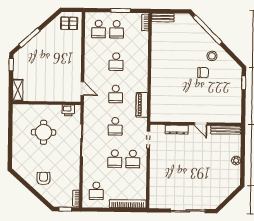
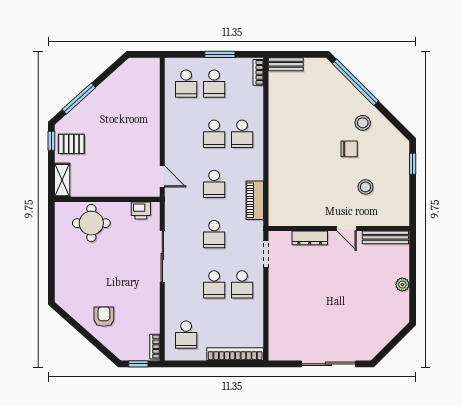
pallet: (69, 23) -> (71, 144), moved
school desk: (134, 62) -> (242, 134), added
stool: (213, 97) -> (365, 187), added
round table: (44, 132) -> (91, 223), moved

